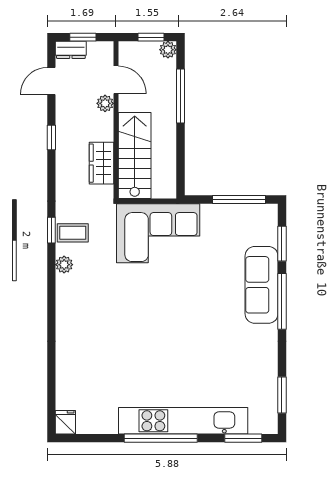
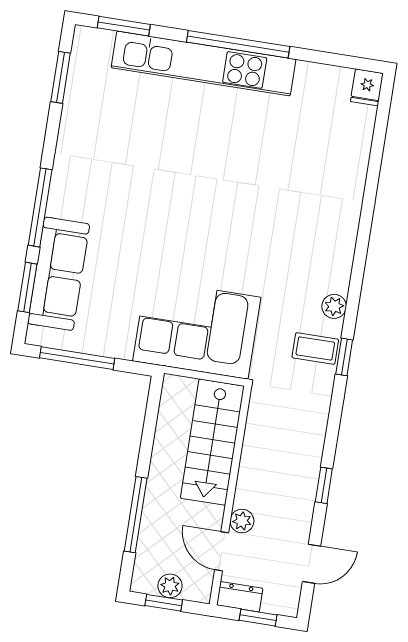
dresser: (71, 50) -> (240, 597), moved
plant: (168, 50) -> (170, 586), moved
wardrobe: (101, 163) -> (260, 439), removed
sofa: (262, 285) -> (59, 274), moved

